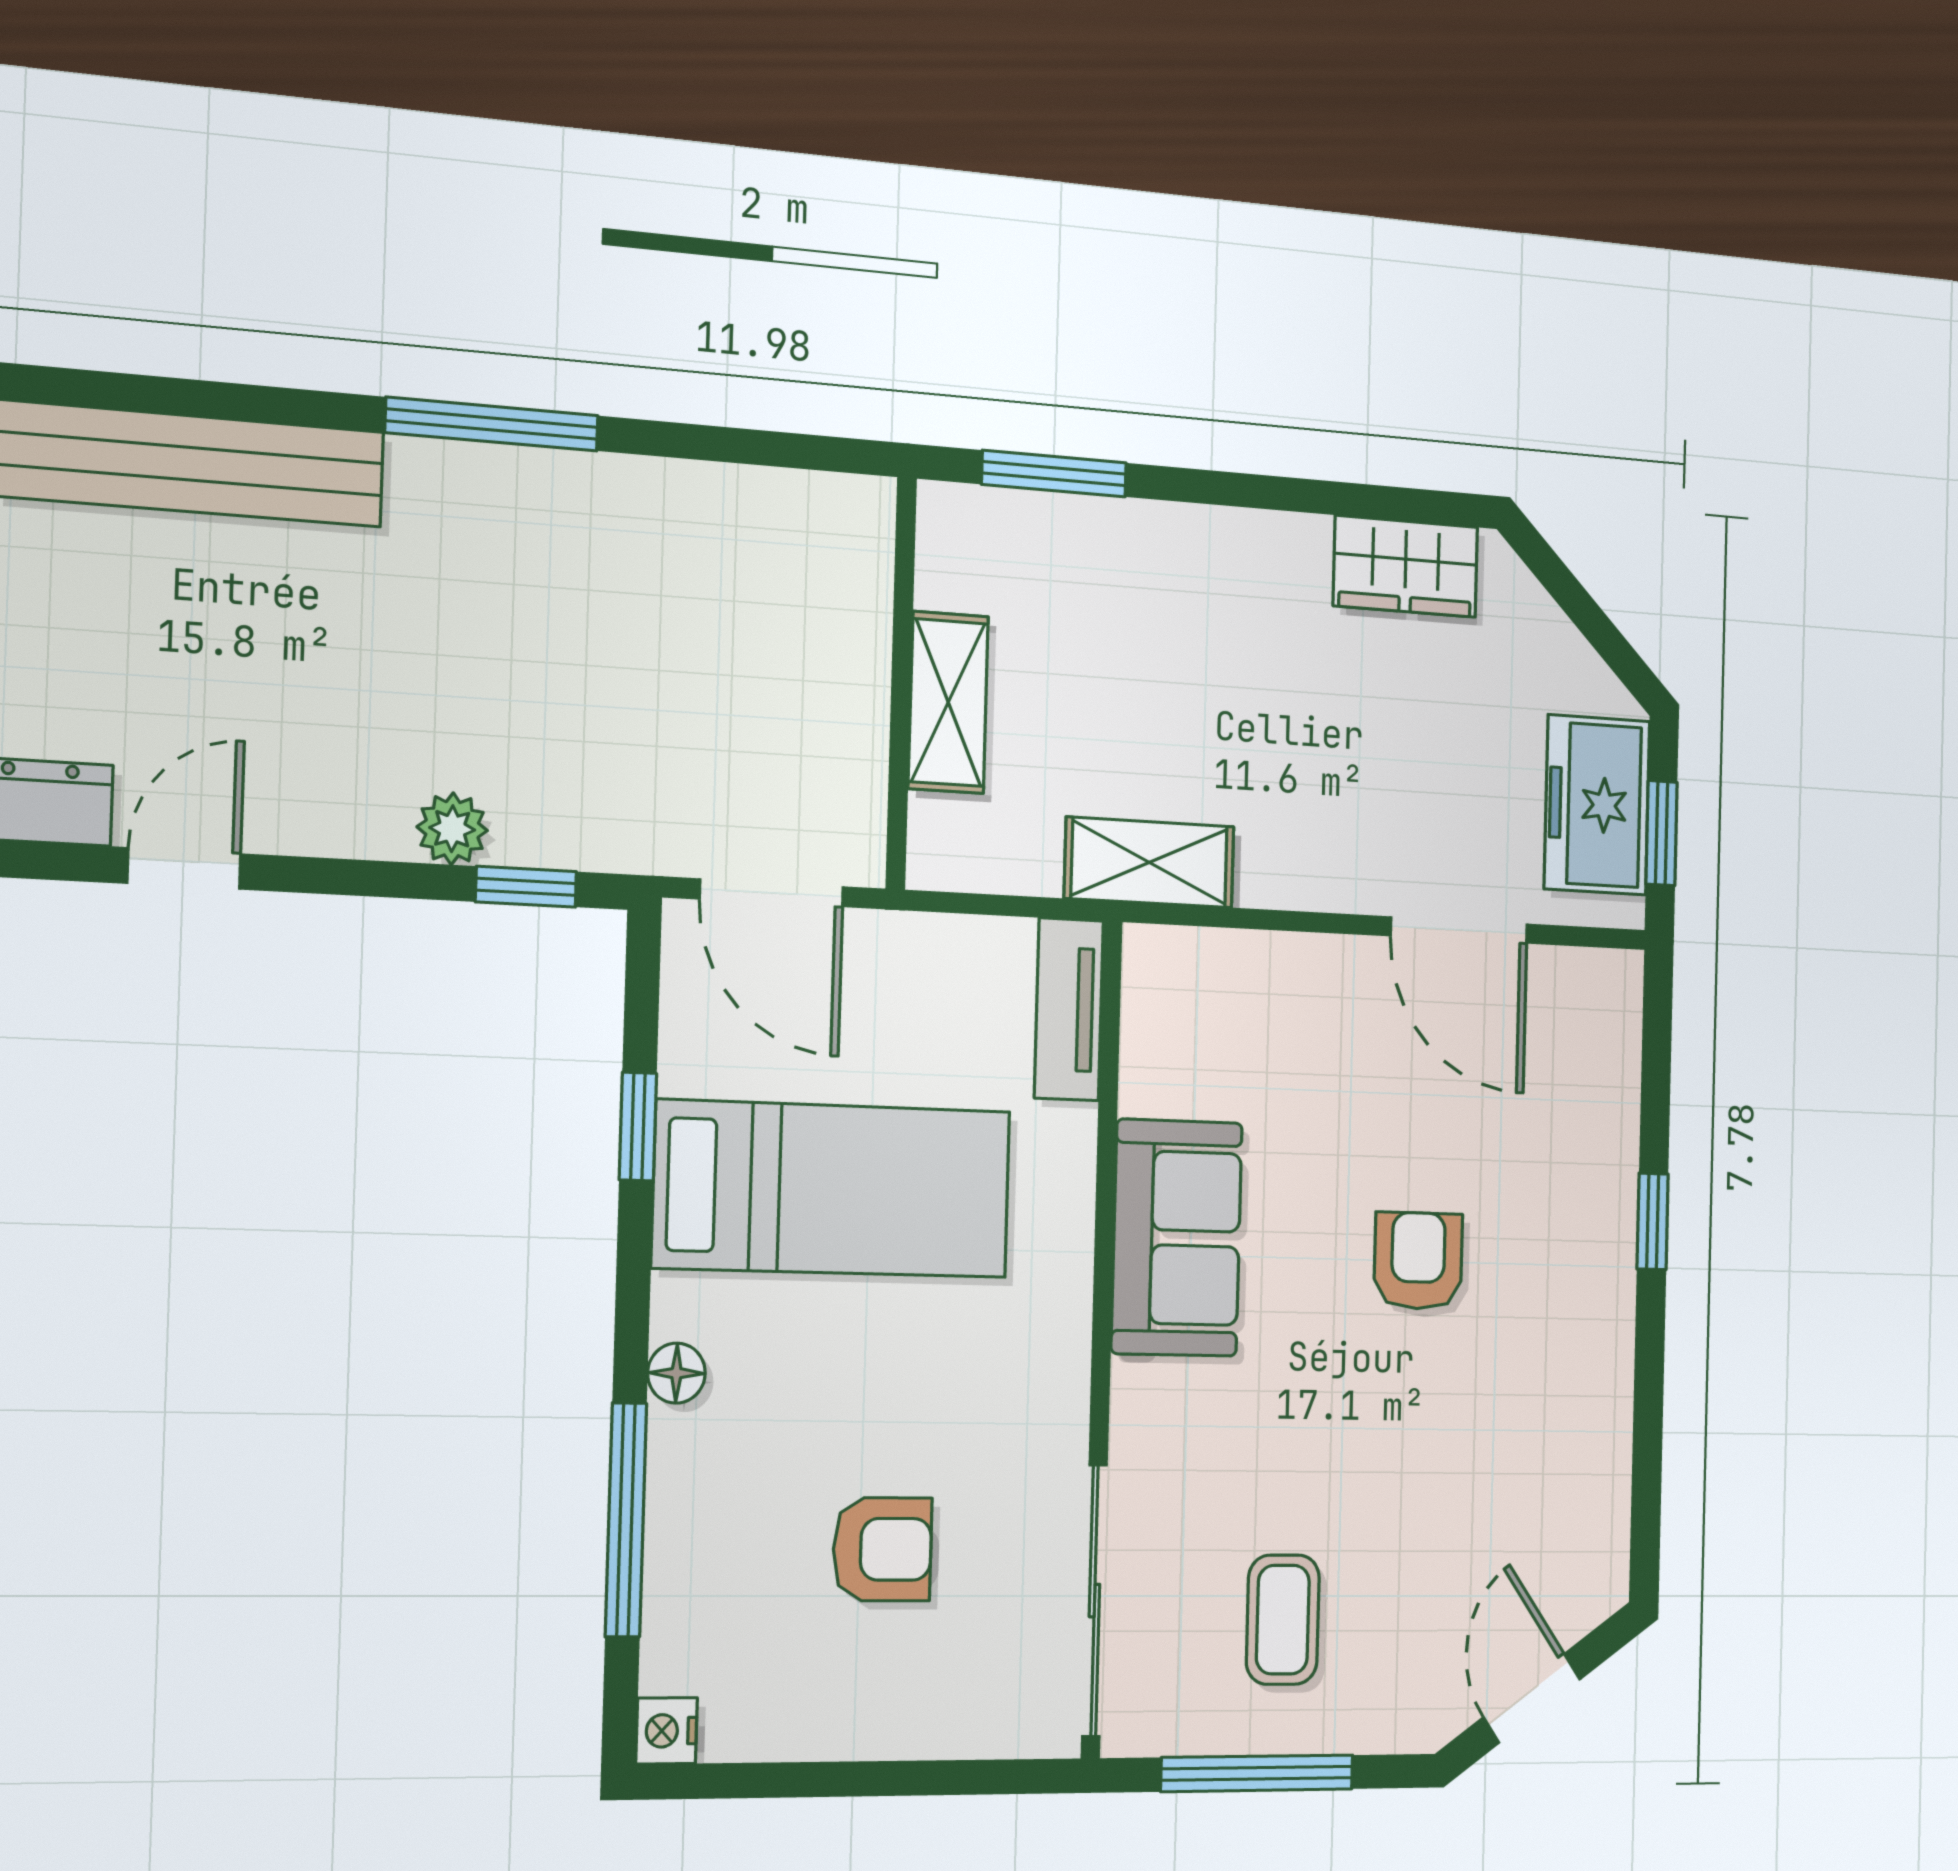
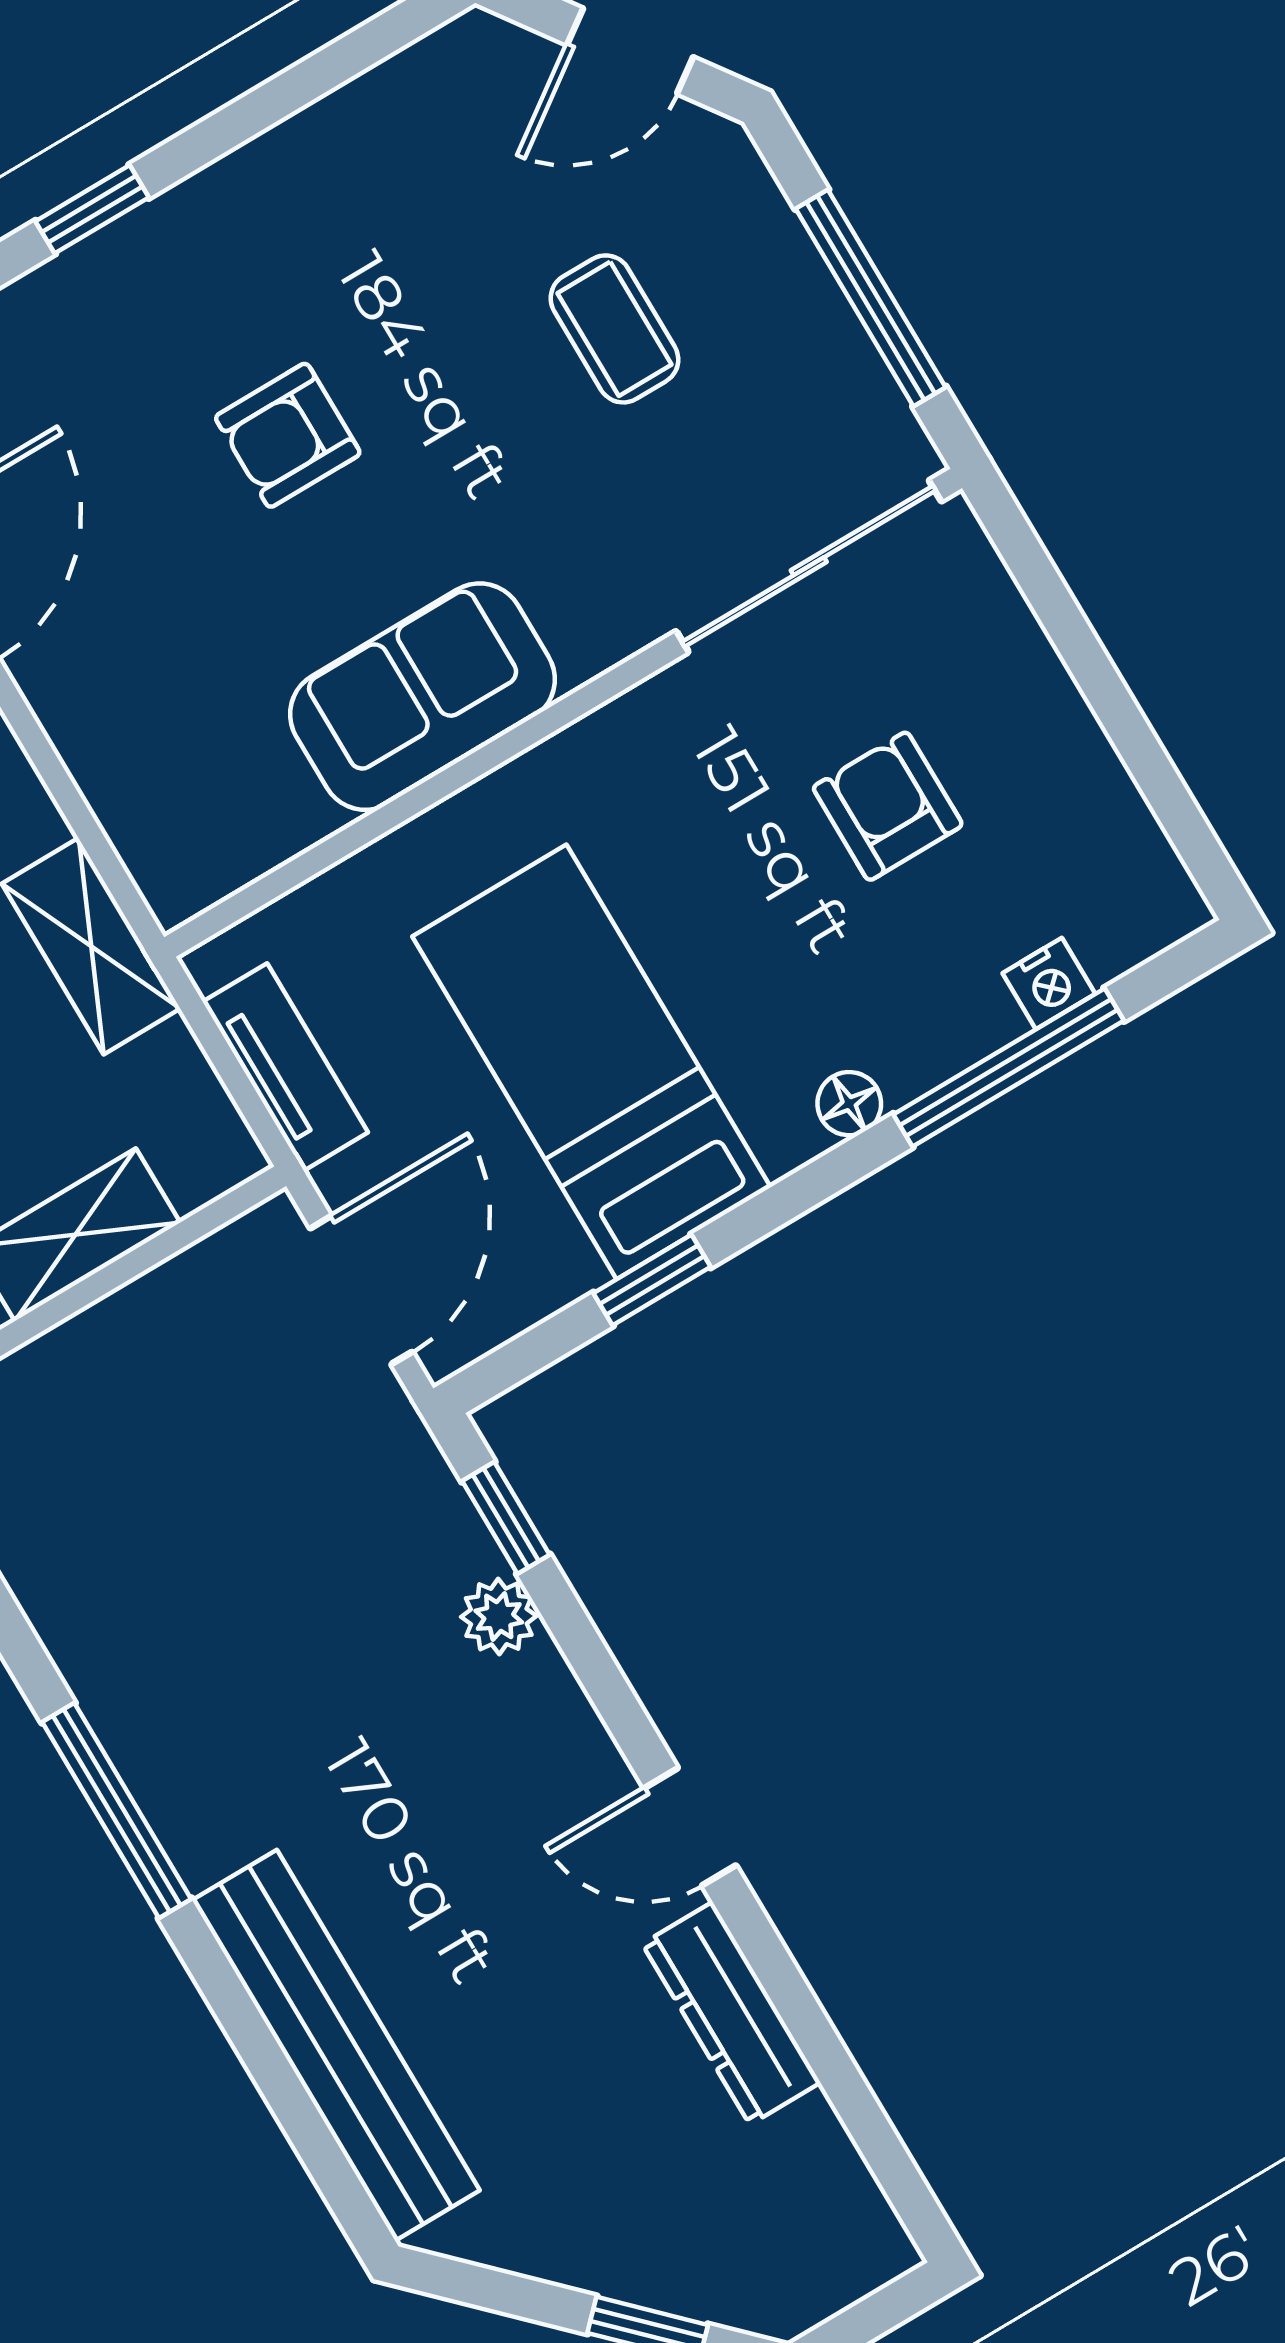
tv unit: (1069, 1009) -> (285, 1067), moved, turned -90
coffee table: (1283, 1620) -> (614, 329), moved, turned 90
nightstand: (667, 1731) -> (1049, 983), moved

